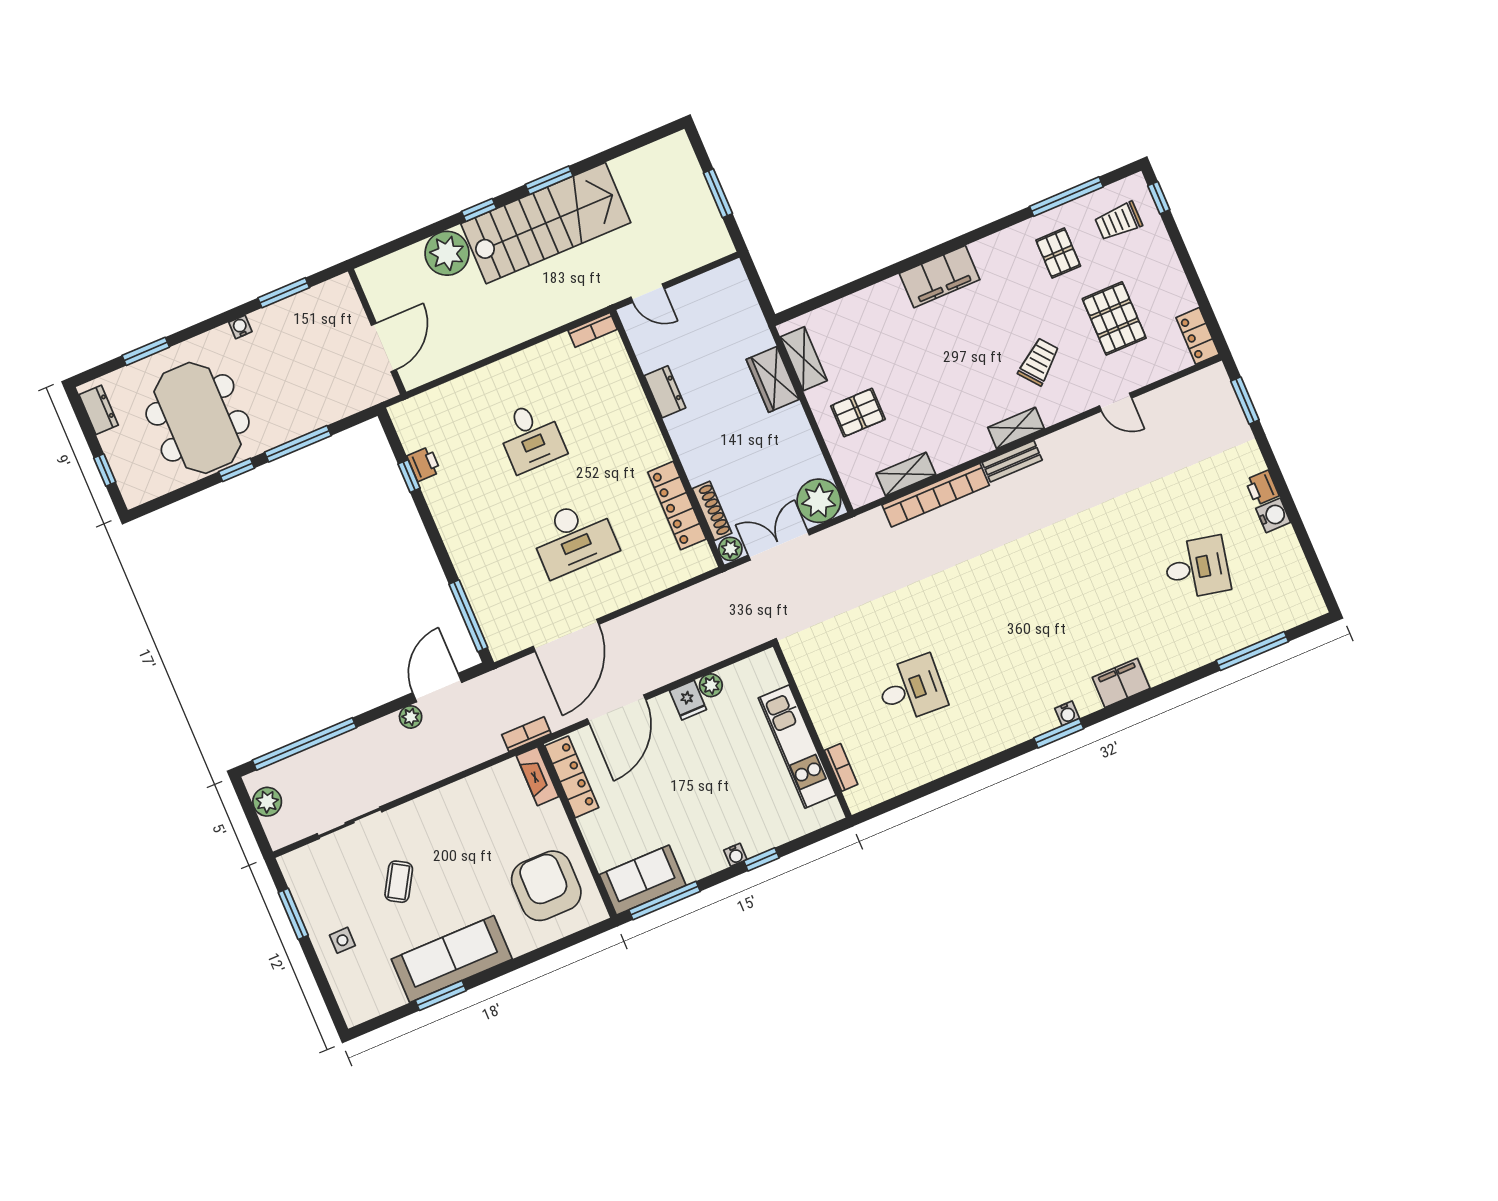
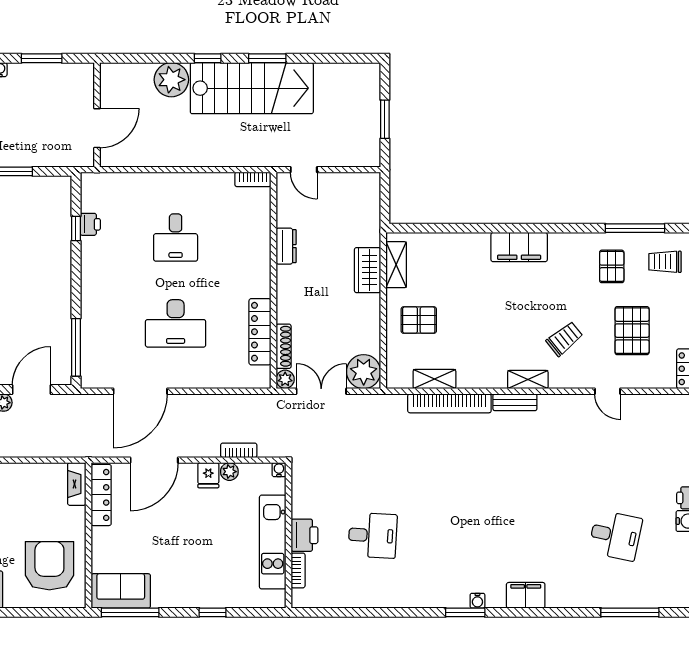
printer: (831, 723) -> (304, 535), added
bookcase: (526, 734) -> (239, 450), moved
water cooler: (735, 855) -> (279, 470), moved, turned 180

